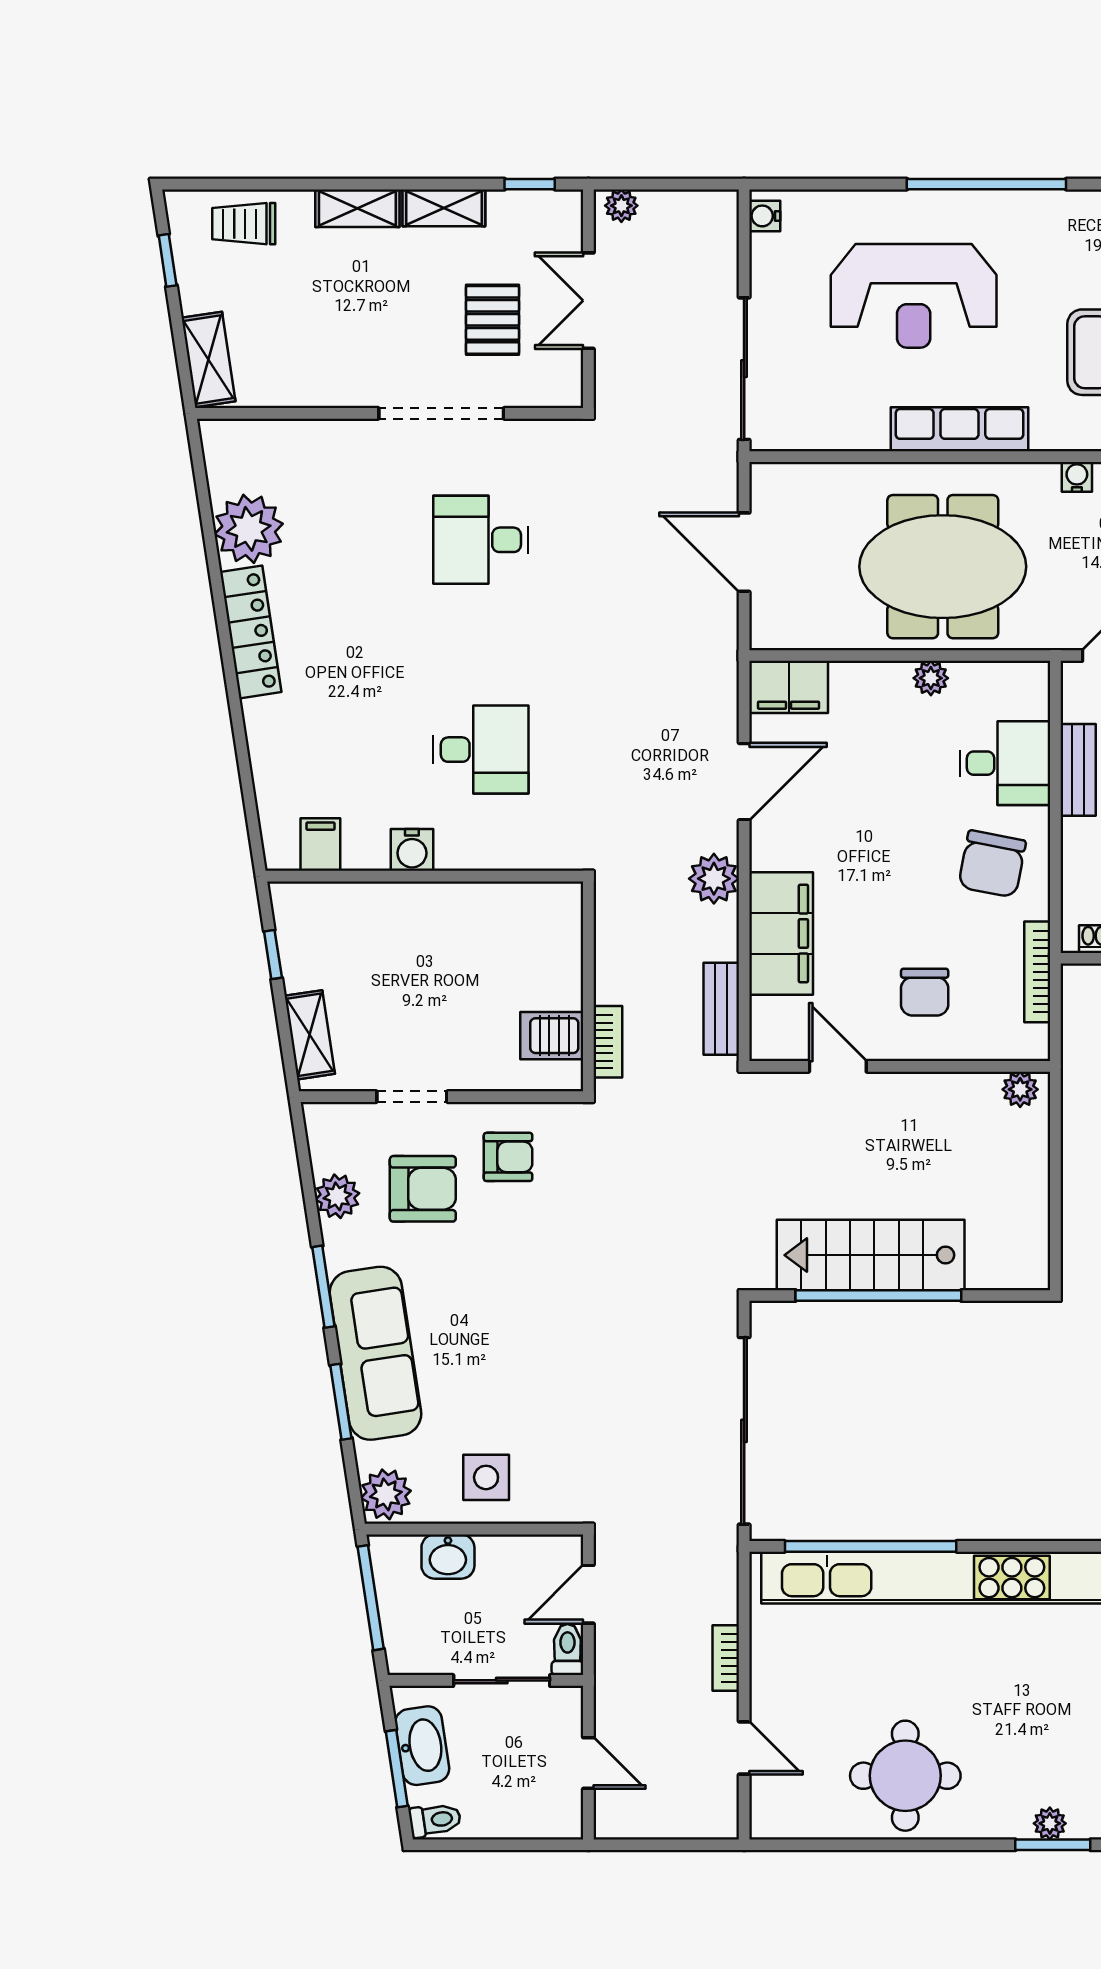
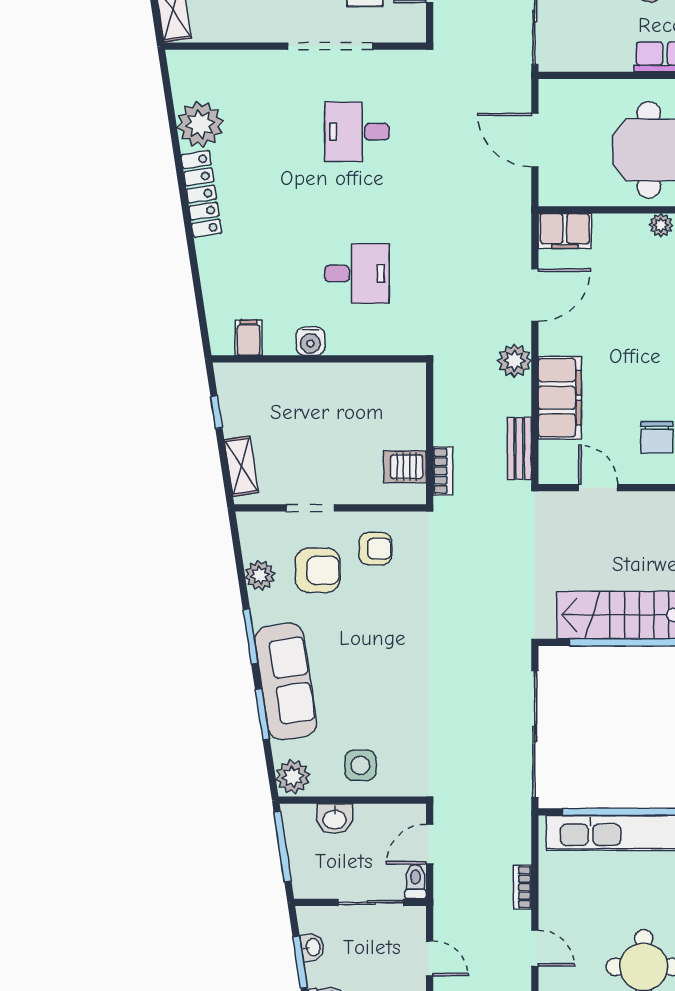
washbasin: (422, 1746) -> (312, 947), width x0.52, depth x0.69

